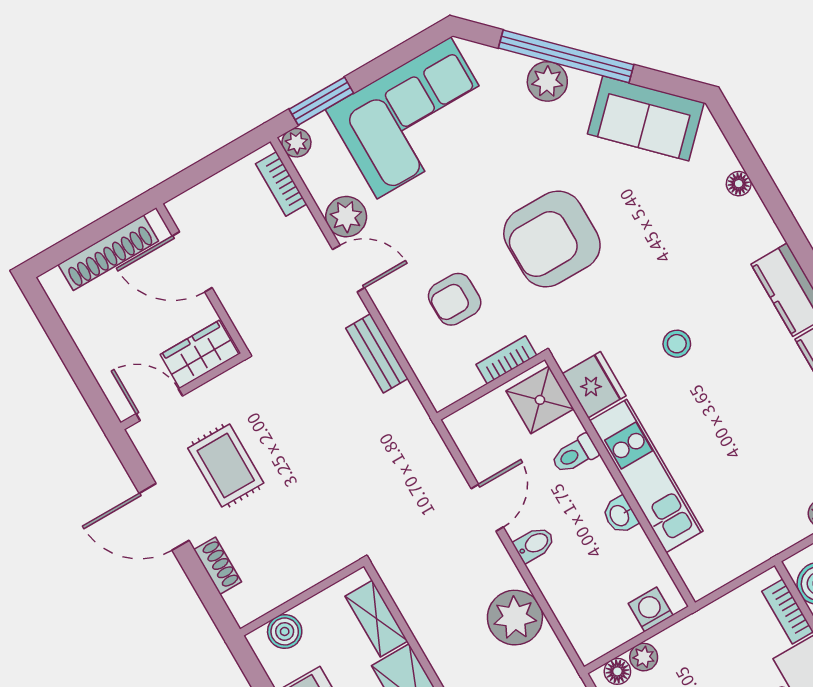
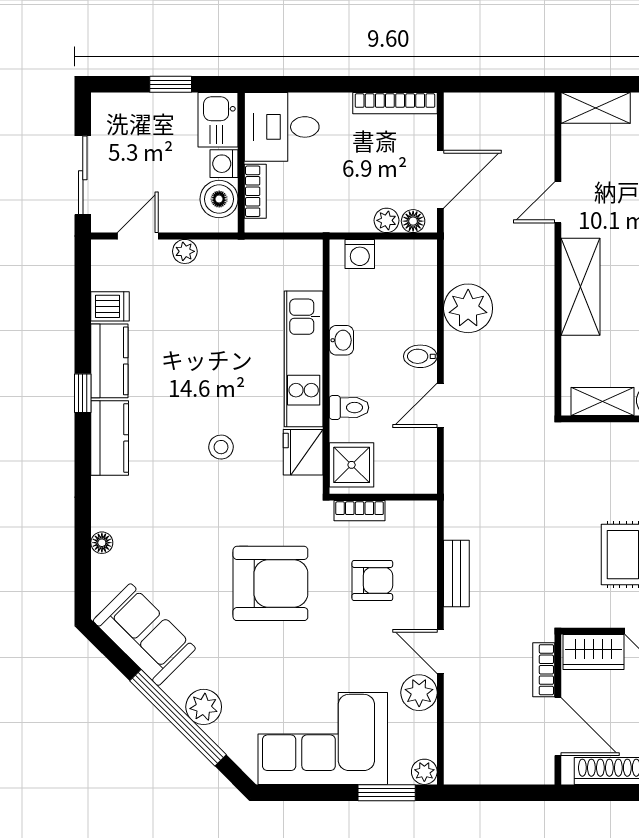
bookcase: (281, 184) -> (544, 670), moved, turned 180
shelving: (376, 619) -> (603, 401), moved, turned 90

